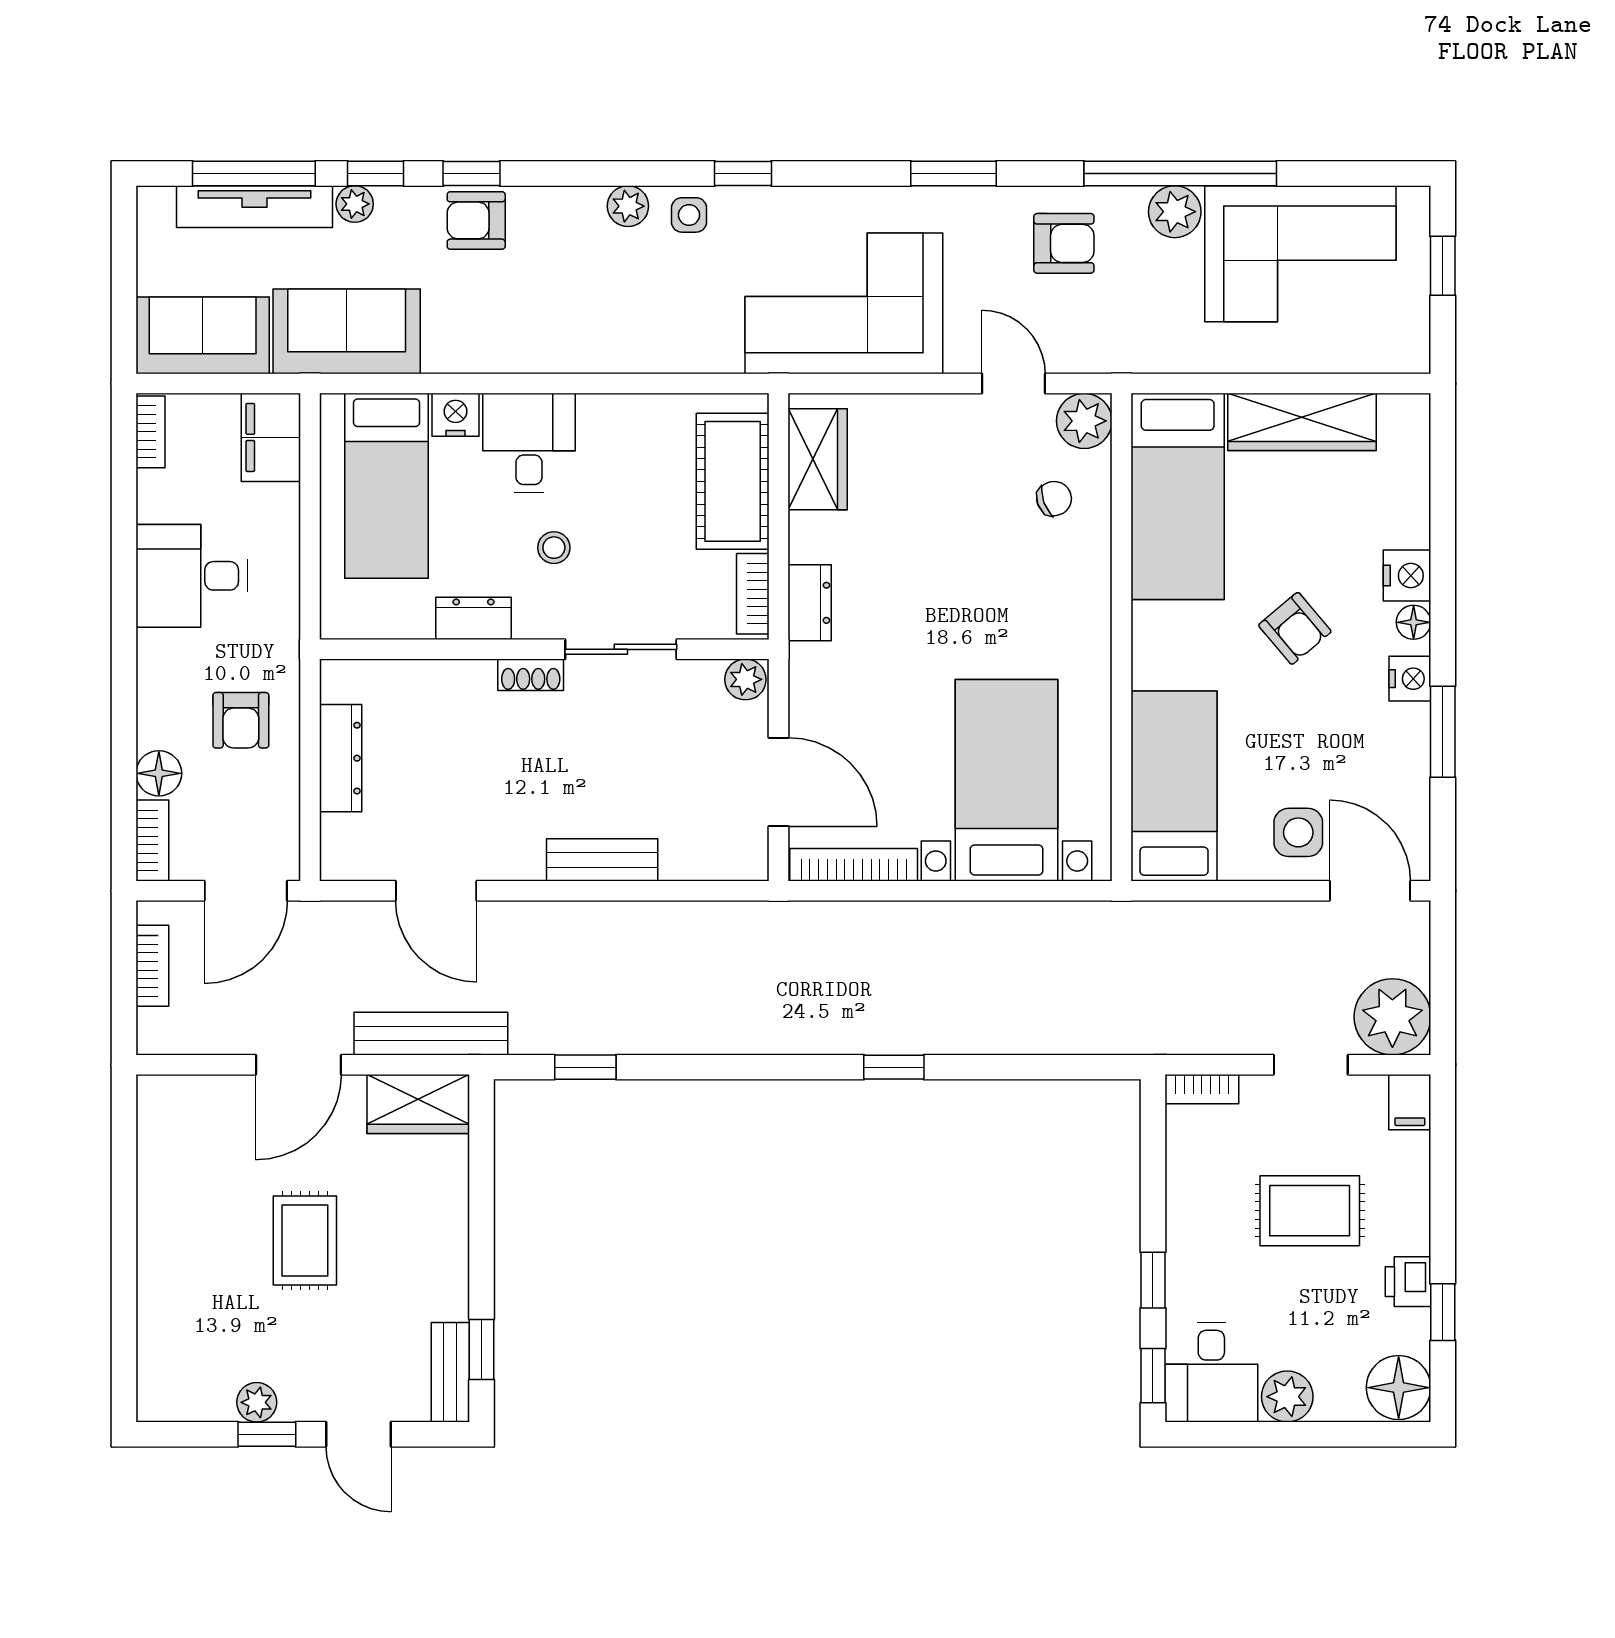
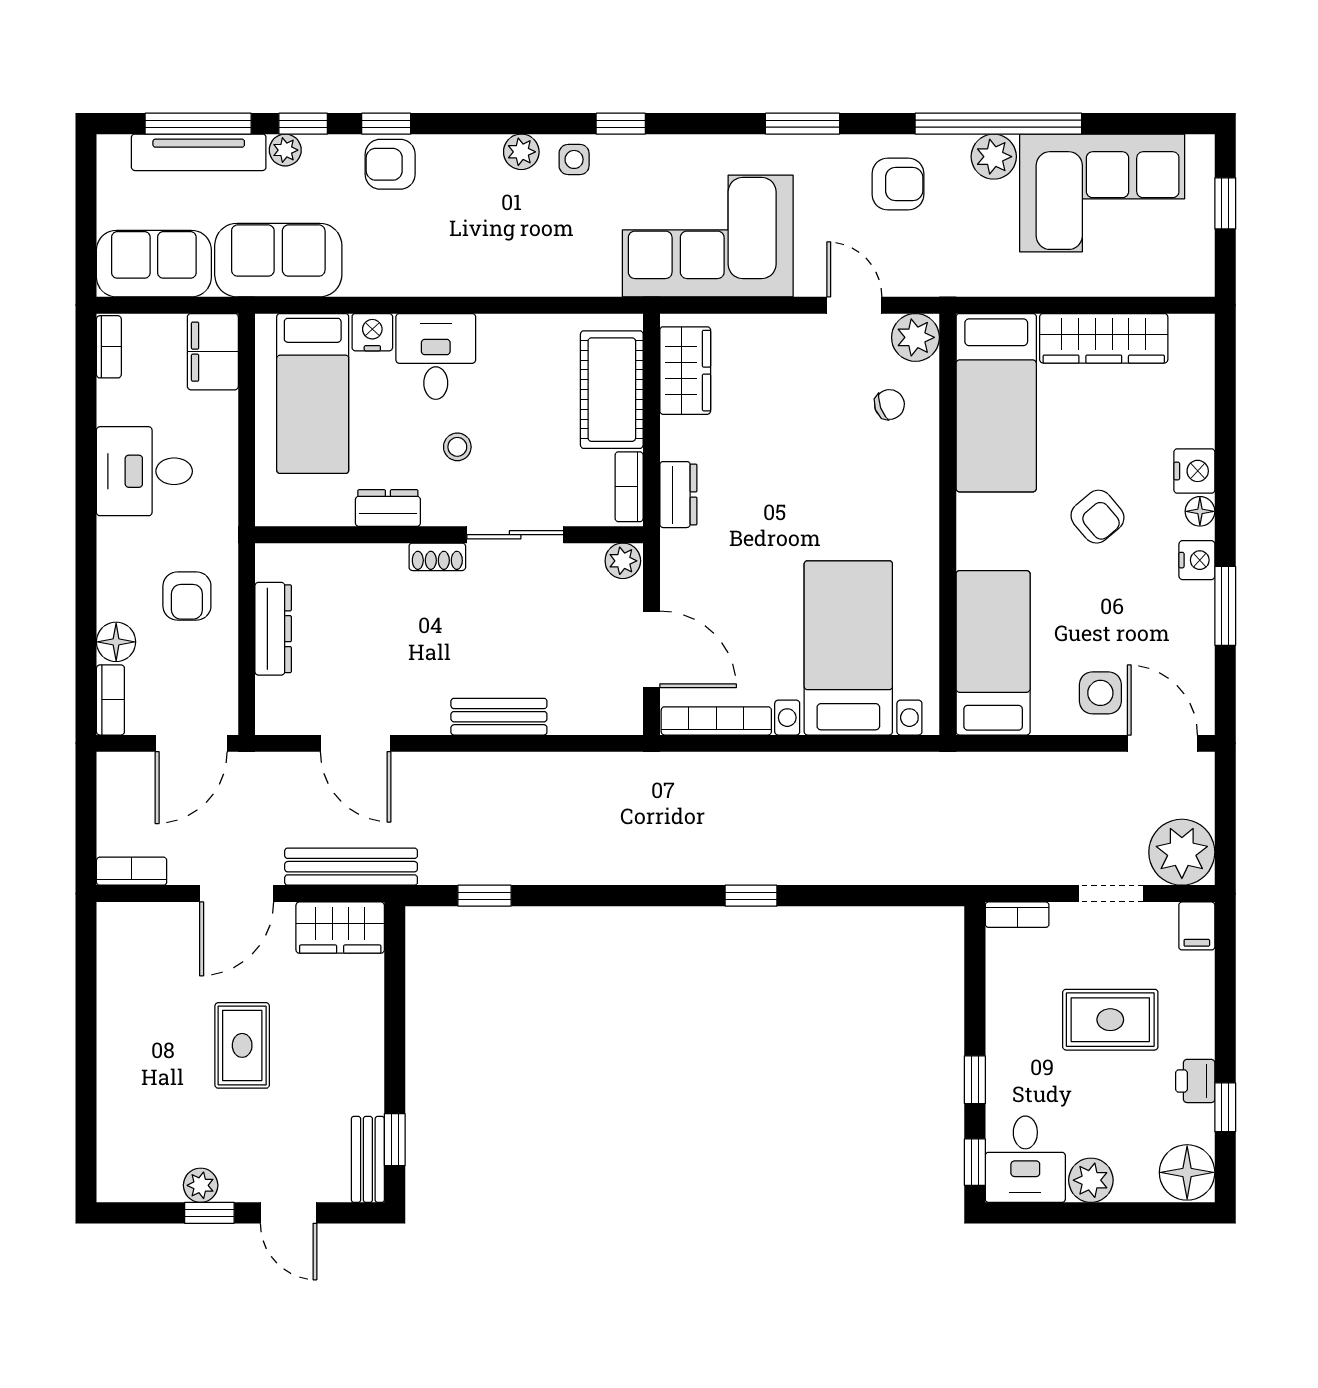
bookcase: (152, 966) -> (132, 871), moved, turned -90

